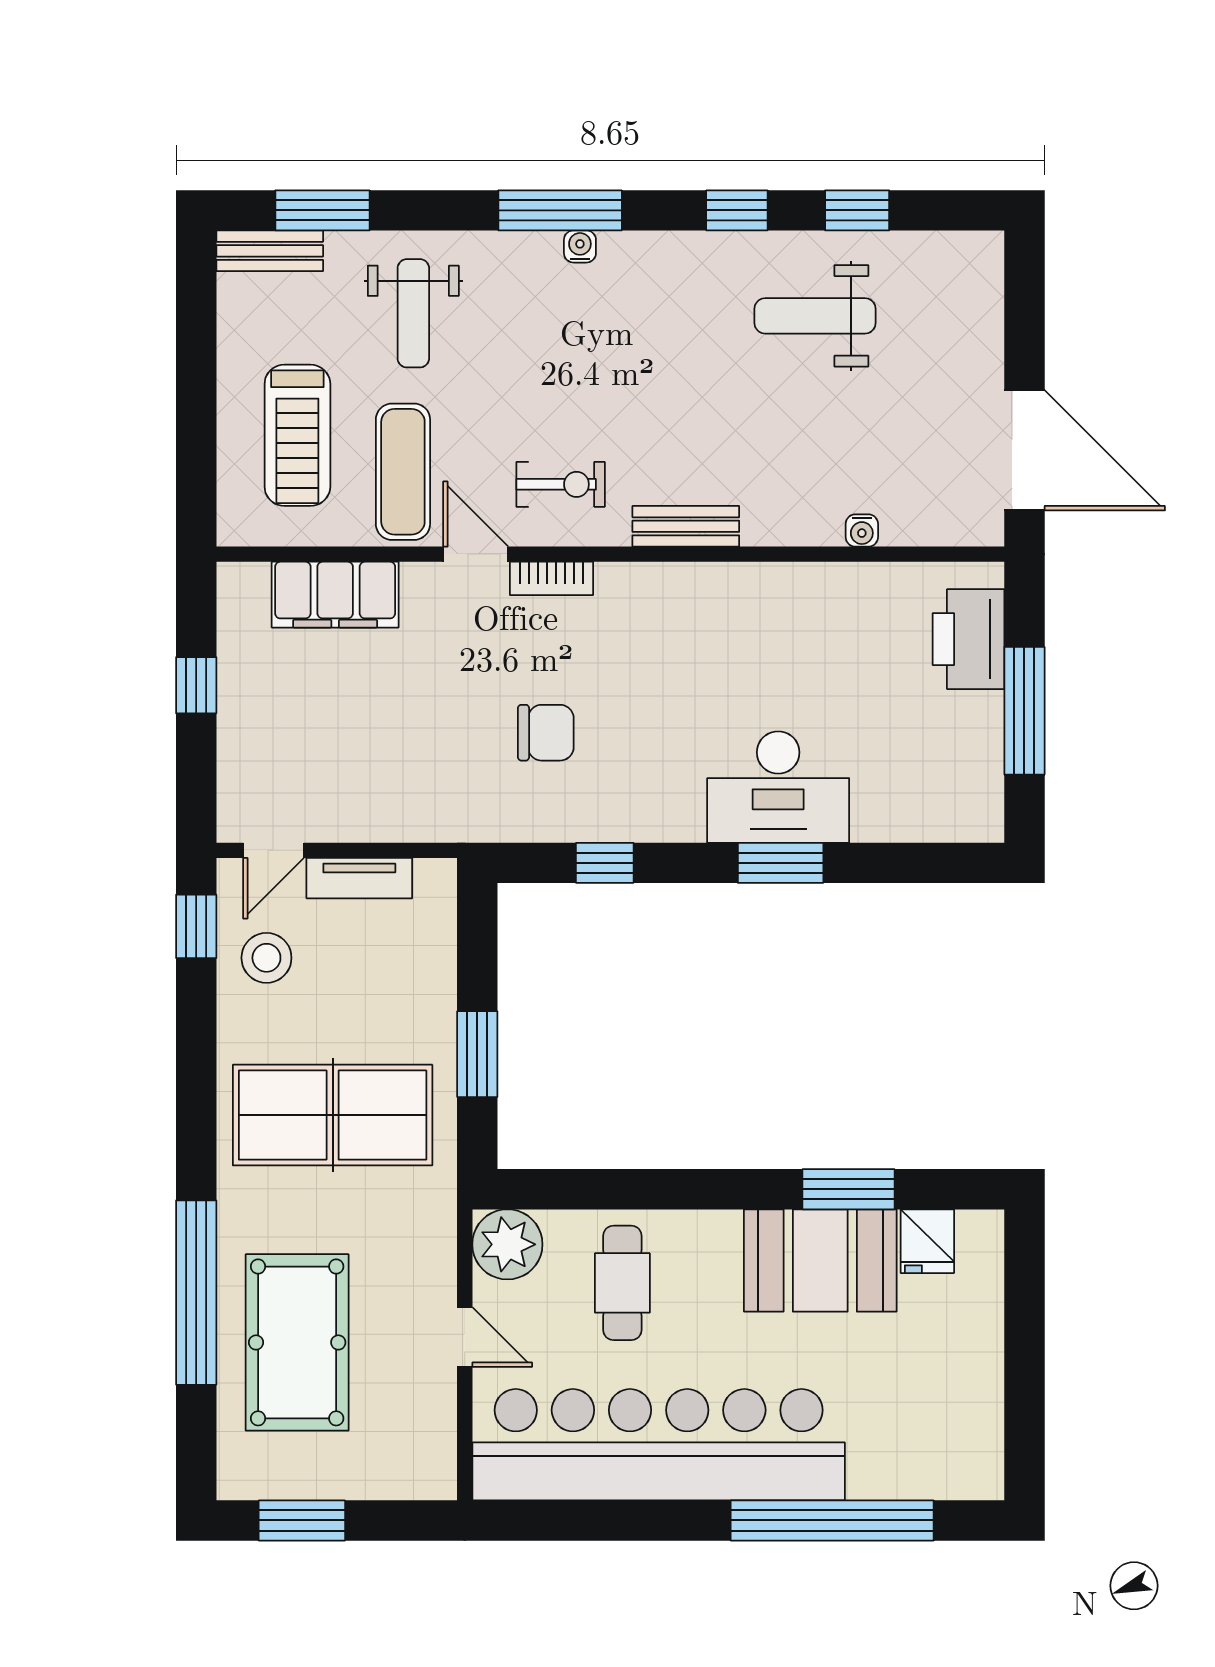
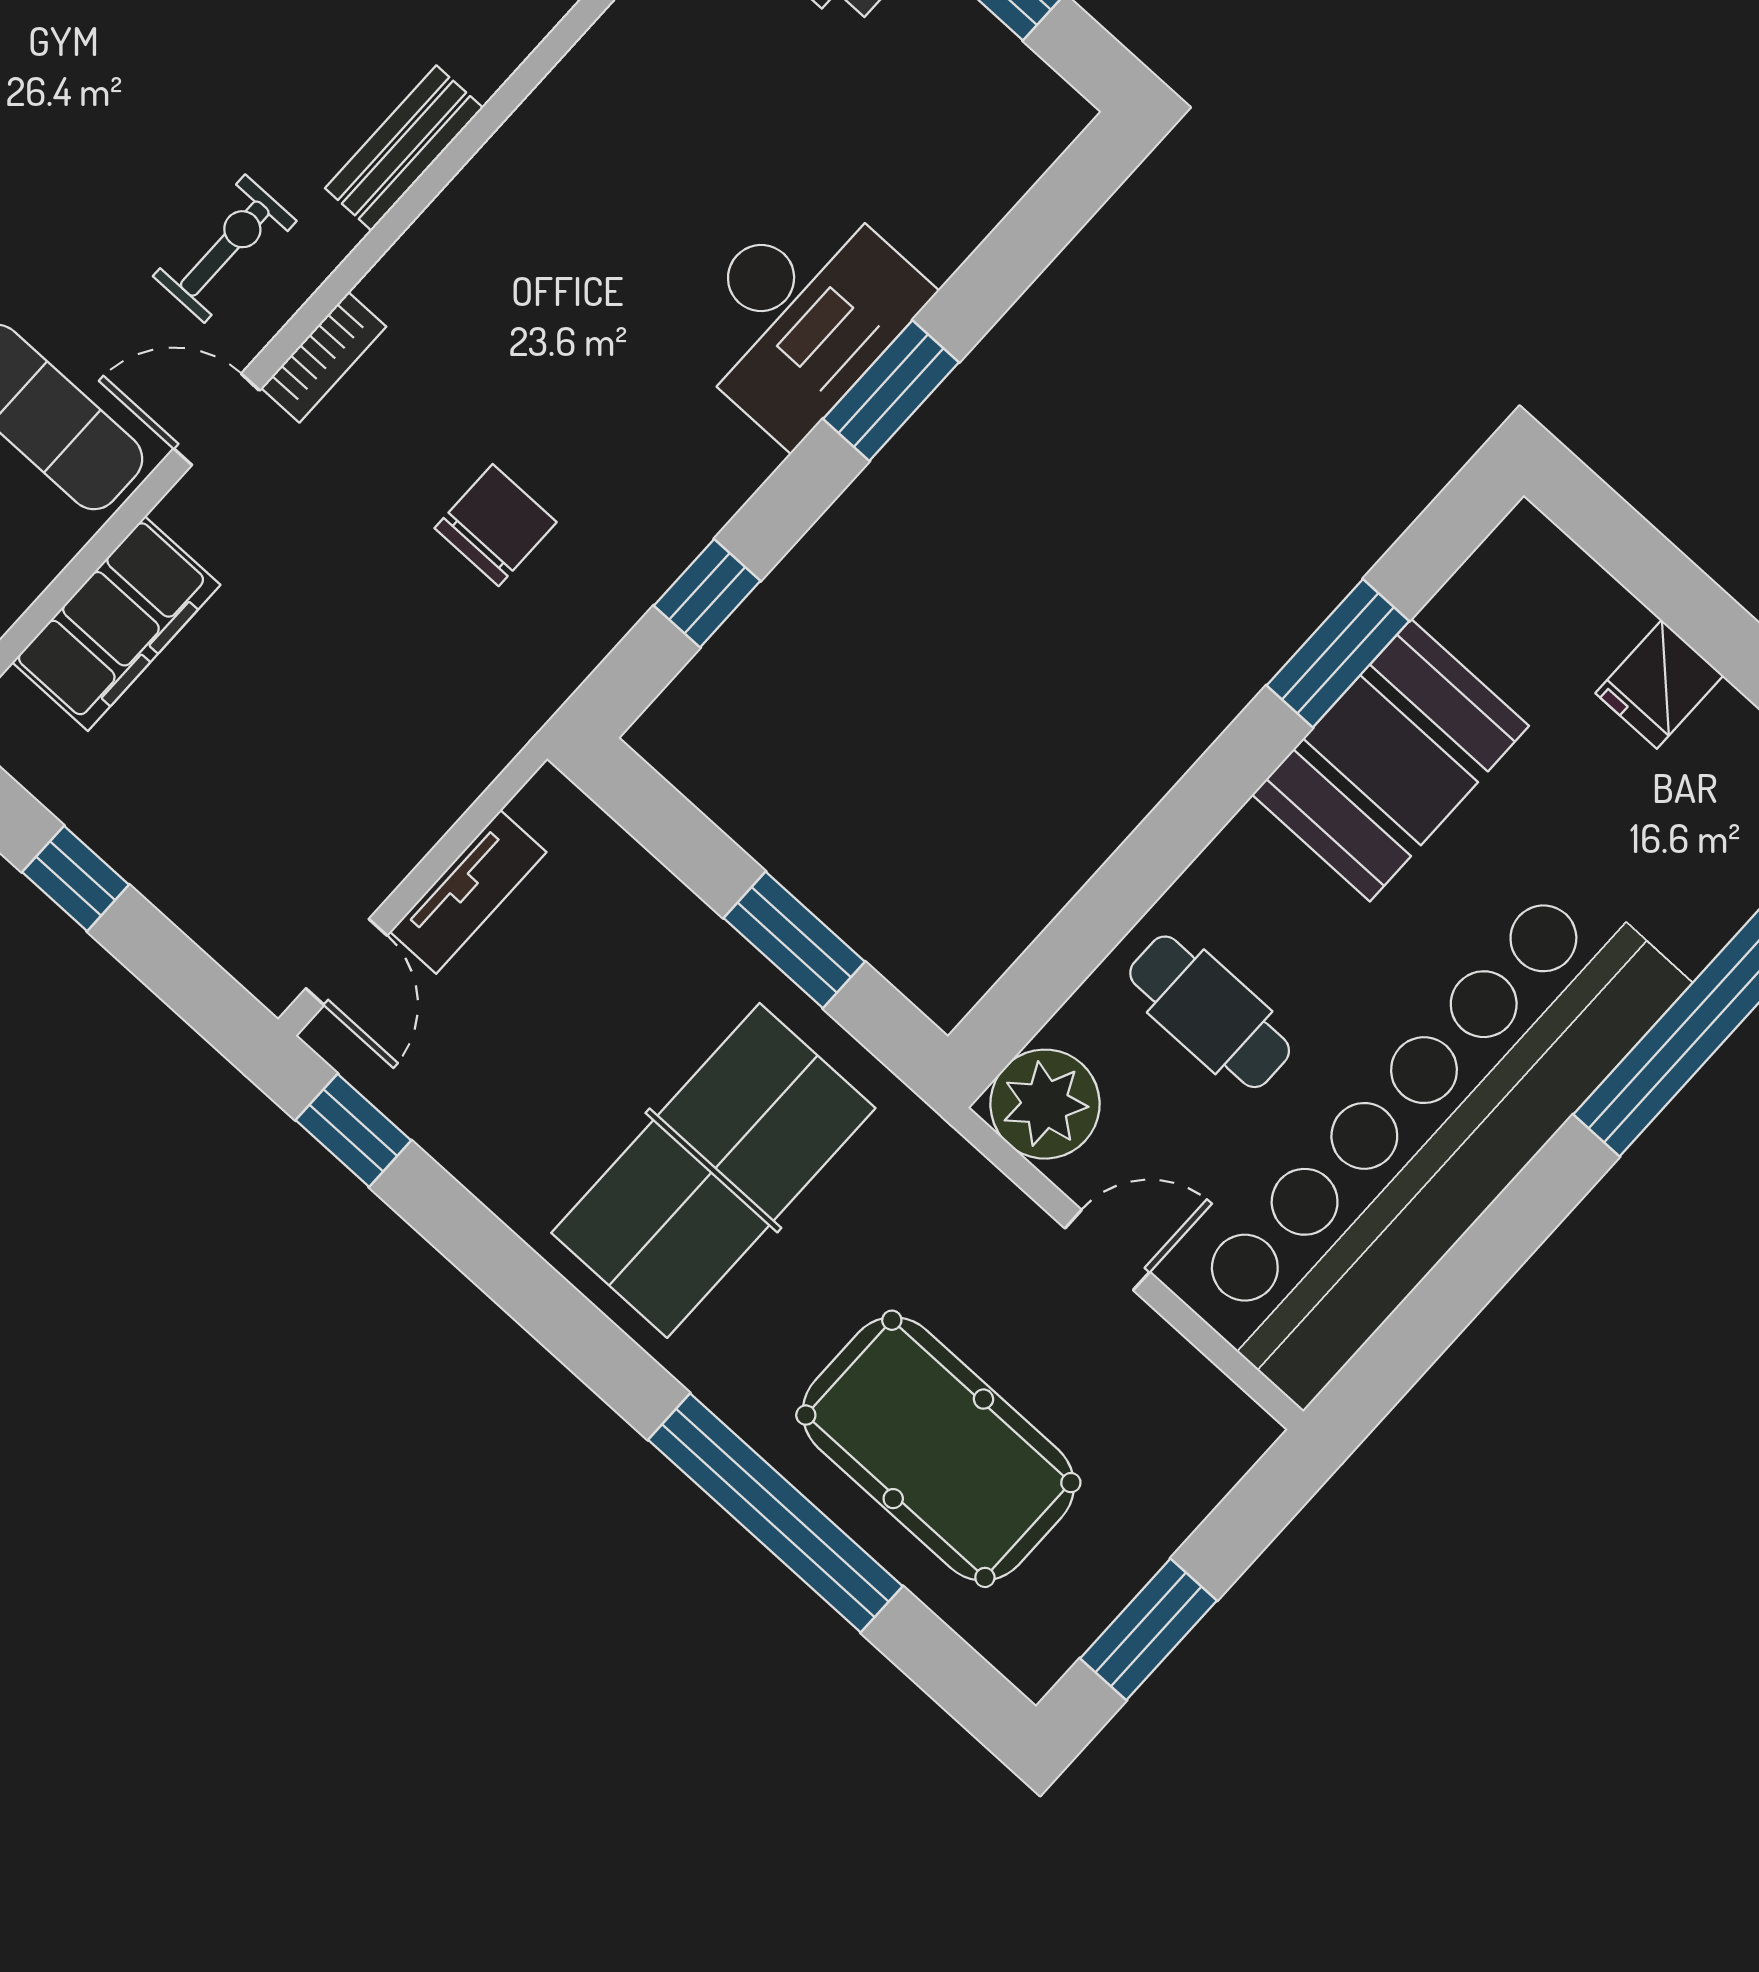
stool: (266, 958) -> (463, 1082), removed
fridge: (927, 1241) -> (1659, 684), moved, turned 90

